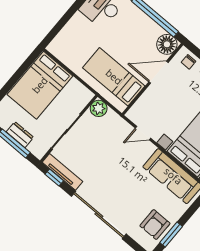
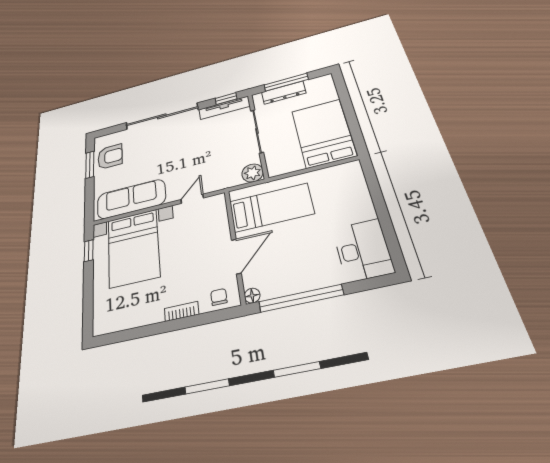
floor lamp: (167, 44) -> (252, 296), width x0.53, depth x0.53
dresser: (20, 135) -> (284, 93), width x1.44
armchair: (155, 225) -> (110, 157), turned 90

